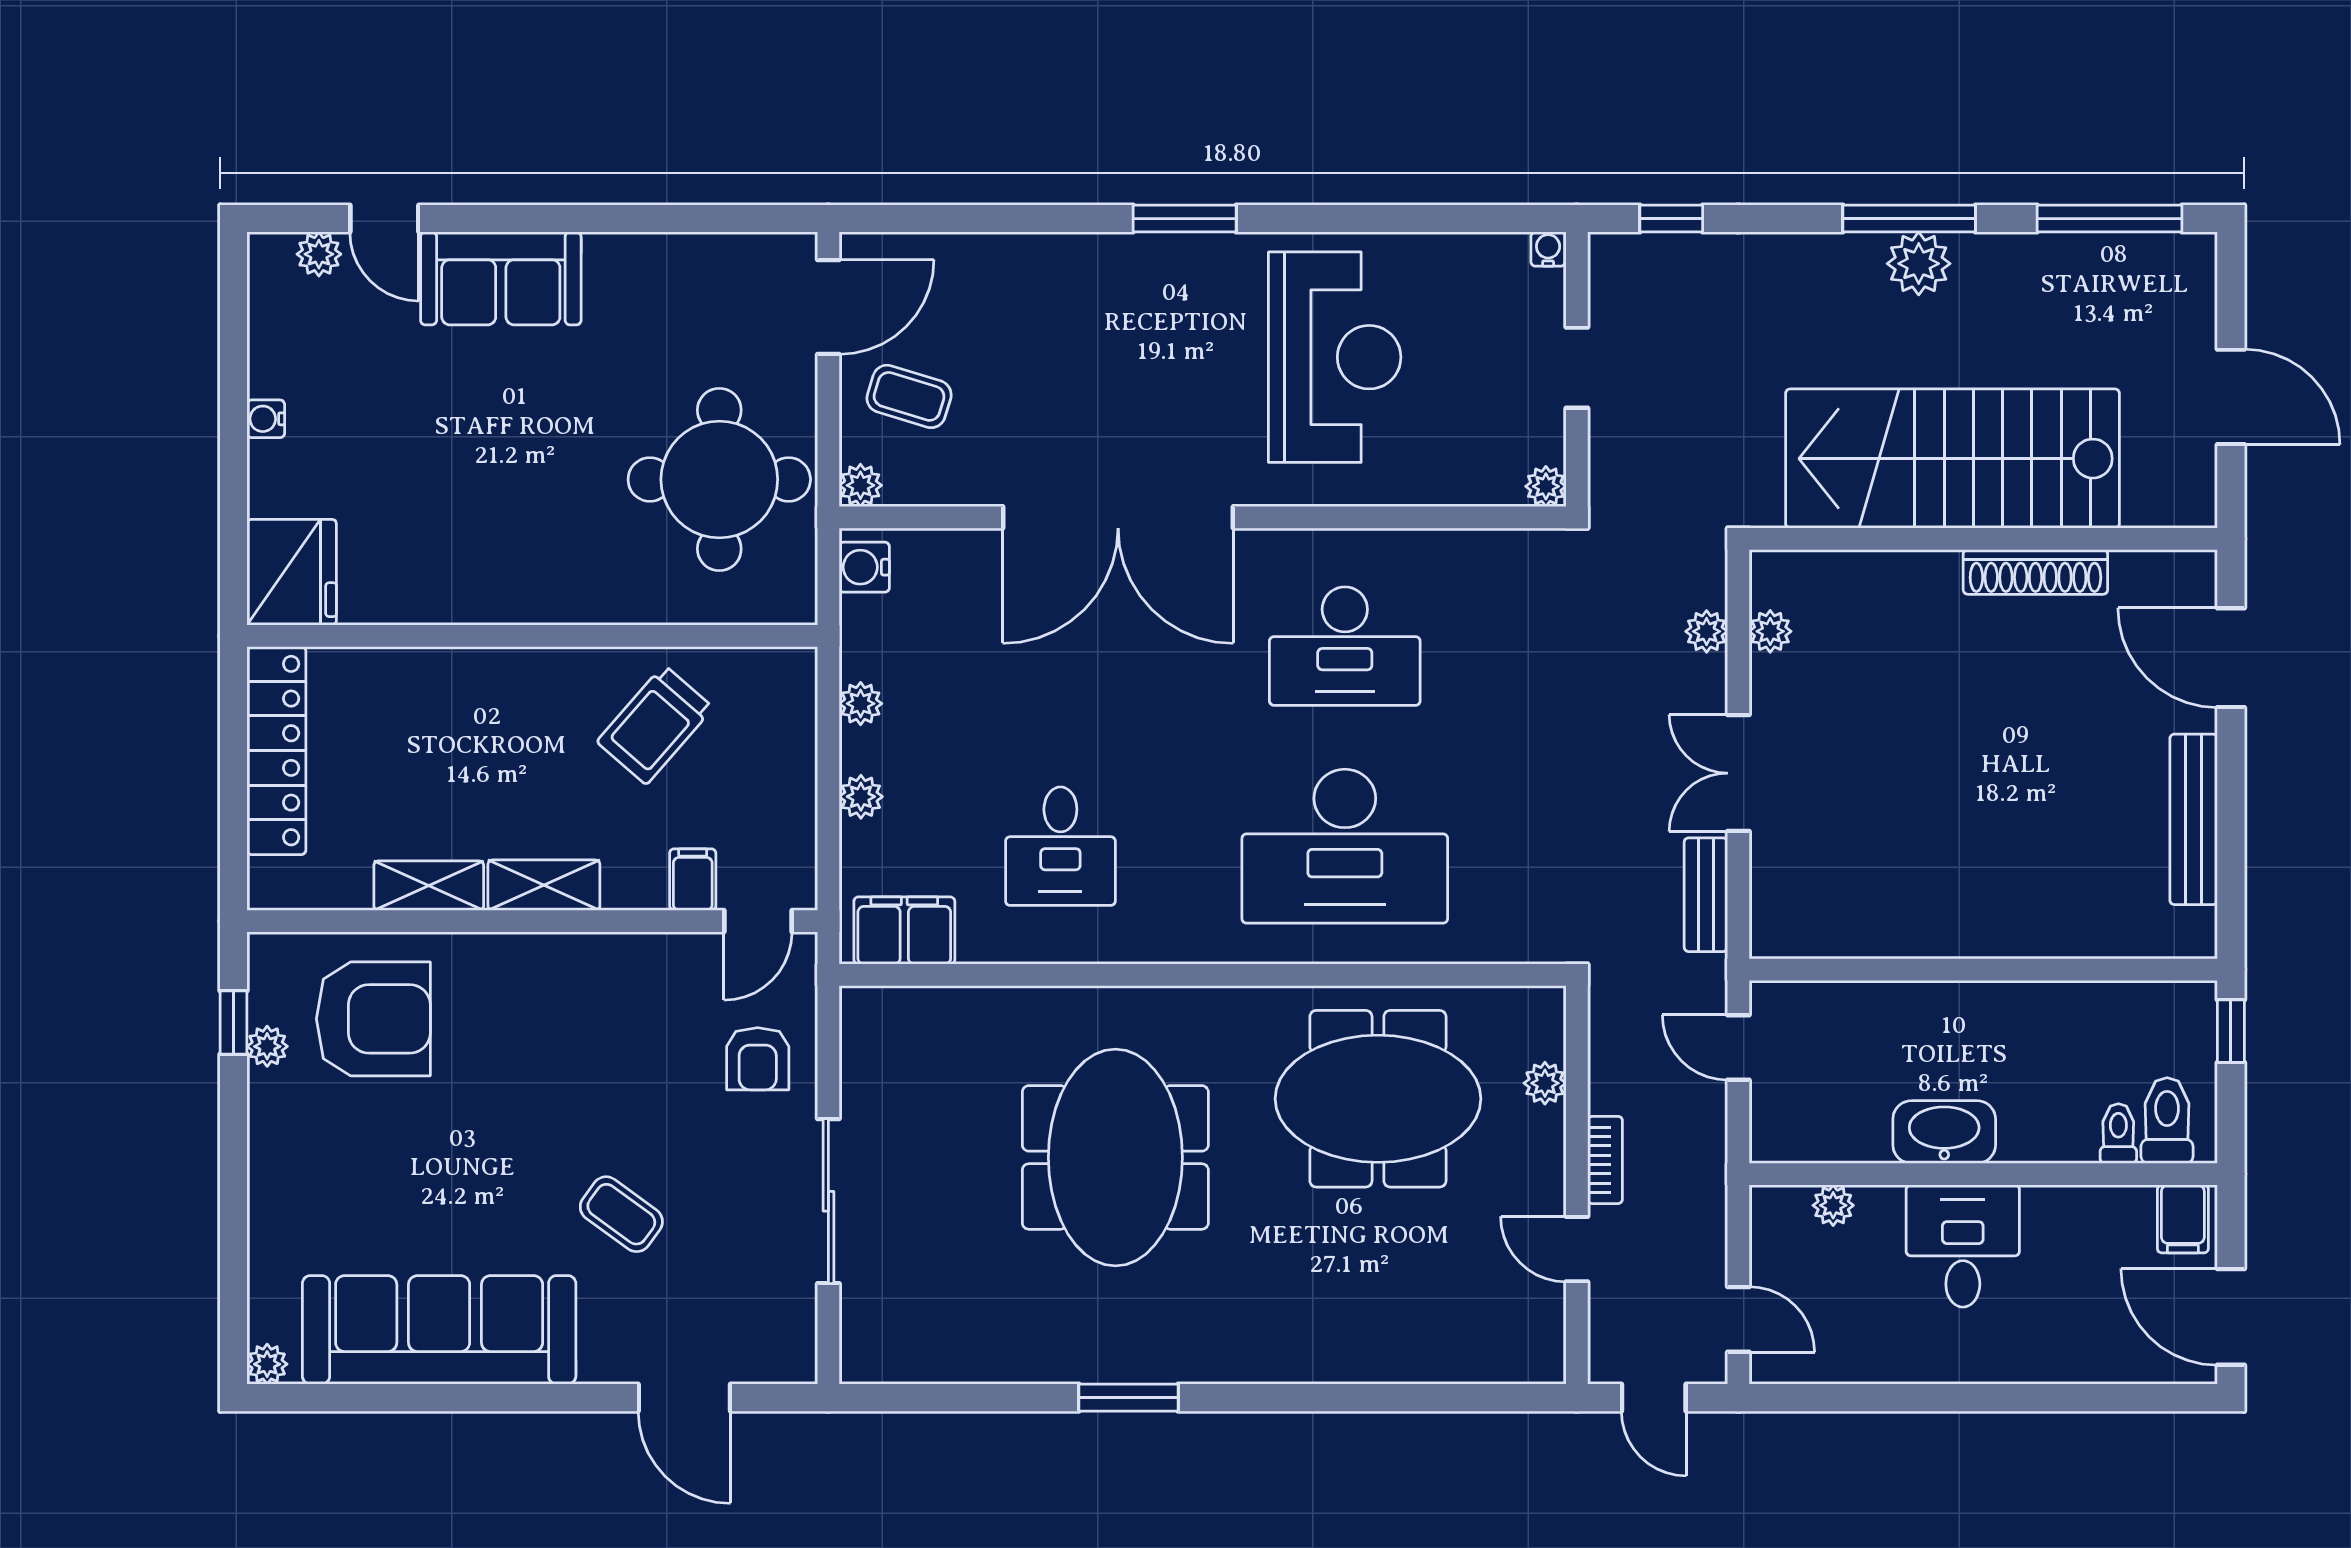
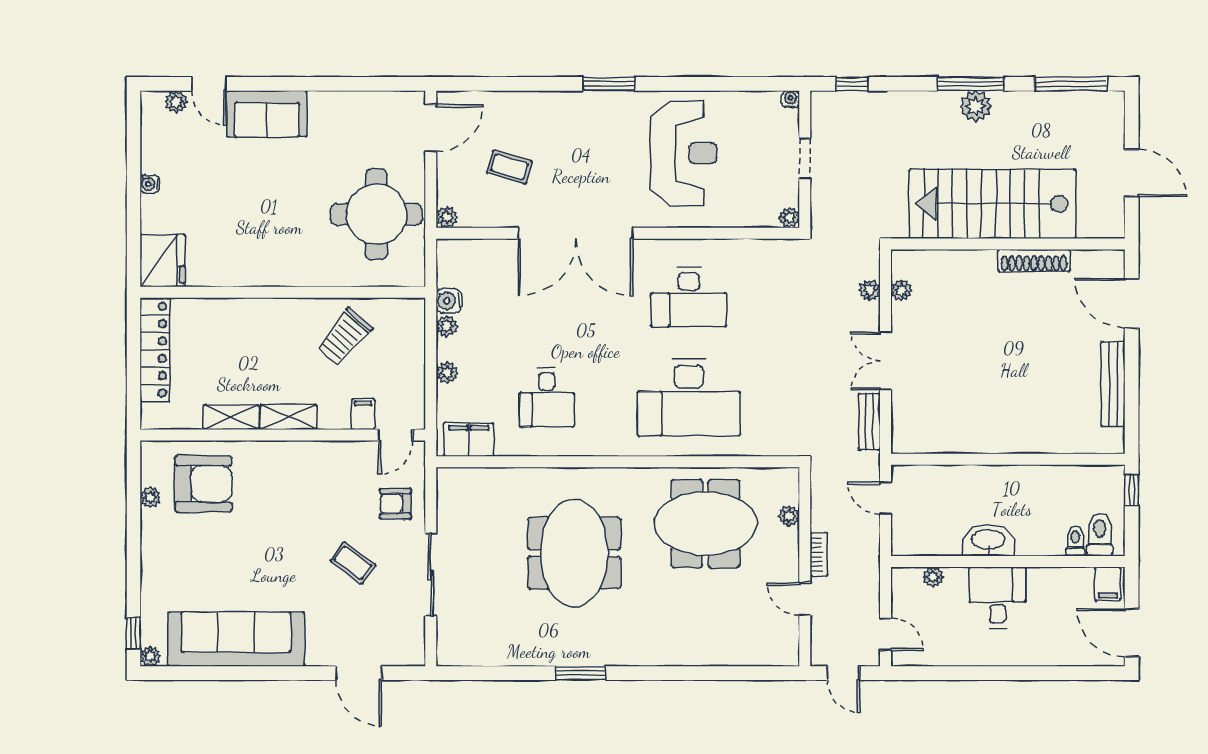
coffee table: (909, 396) -> (509, 167), moved
water cooler: (864, 567) -> (449, 301), moved
window: (233, 1022) -> (133, 633), moved
armchair: (758, 1059) -> (395, 504), turned 90
coffee table: (621, 1214) -> (353, 563), moved

